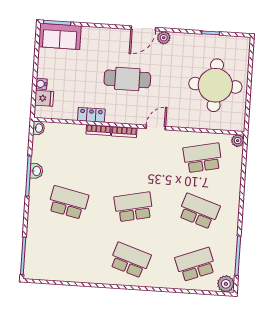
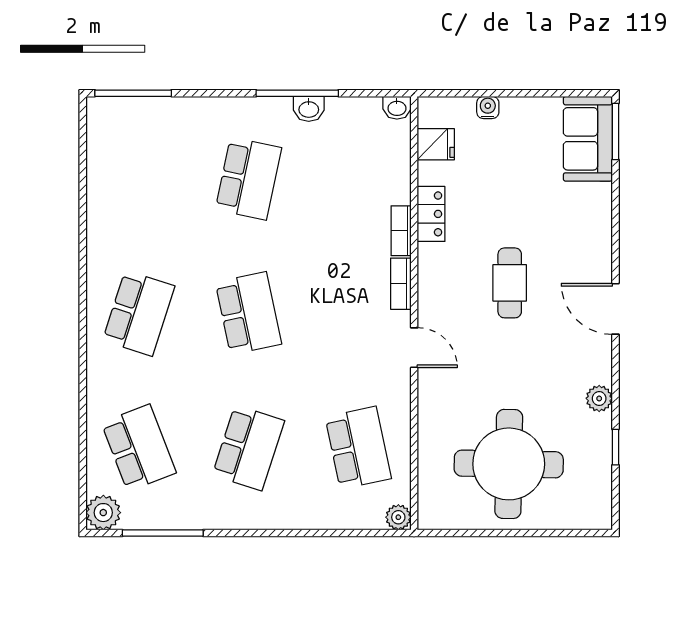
plant: (164, 38) -> (599, 398), moved
cafe table: (127, 79) -> (510, 283), width x0.73, depth x0.74
fridge: (44, 98) -> (436, 144), moved, turned -90

